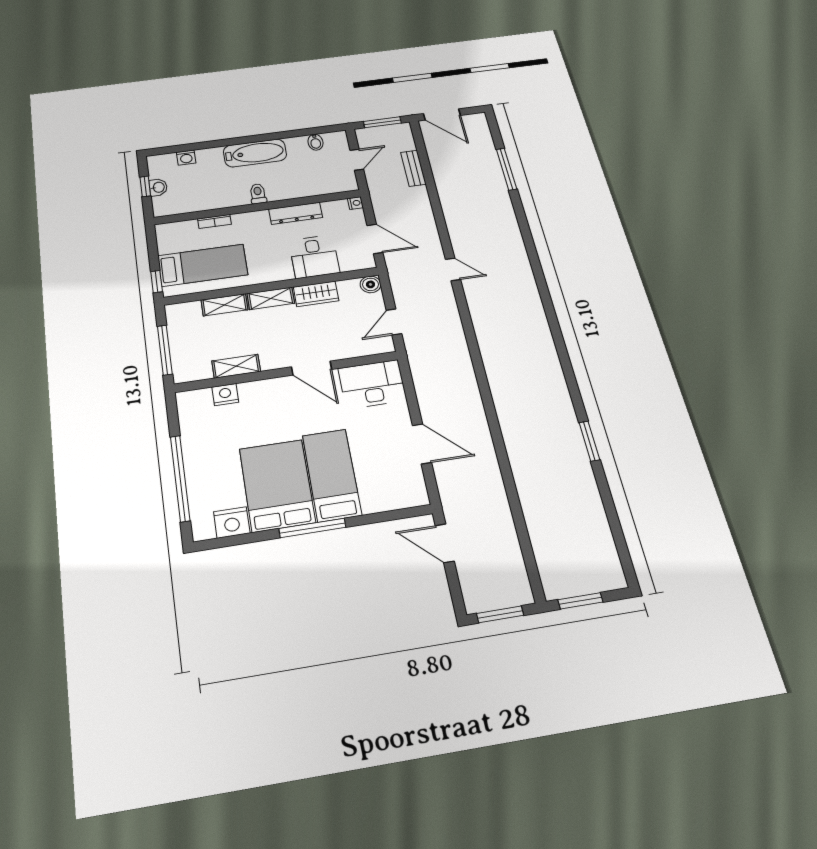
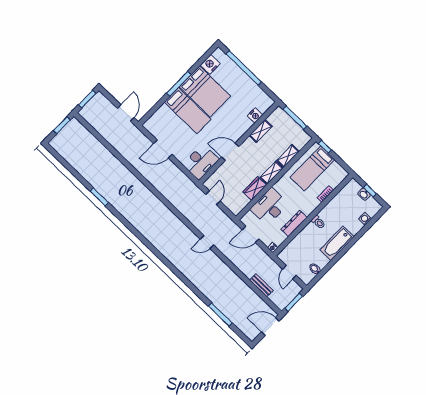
desk: (314, 257) -> (269, 207), width x1.37
boiler: (370, 284) -> (236, 209), removed
door: (445, 543) -> (126, 113), hinge flipped

